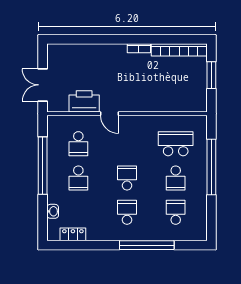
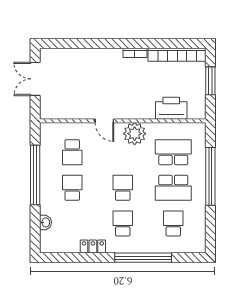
double door: (43, 85) -> (35, 79), moved
printer: (84, 101) -> (171, 108), moved
plant: (138, 126) -> (135, 134), added
school desk: (78, 178) -> (72, 188), turned 180
school desk: (176, 178) -> (173, 188), width x1.85
locker: (73, 234) -> (93, 246), moved

